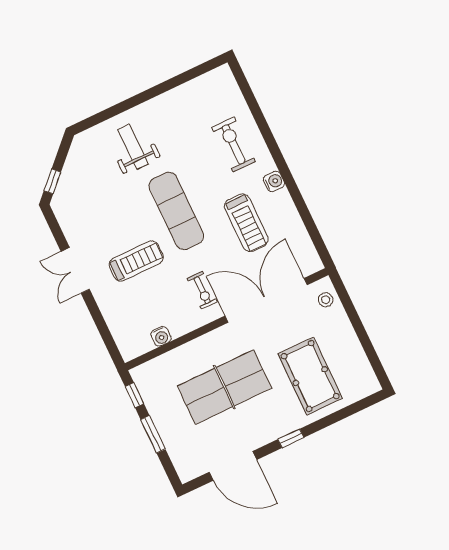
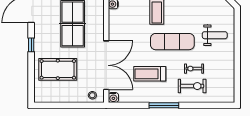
window: (287, 175) -> (164, 105), added
water cooler: (274, 181) -> (113, 97), moved
exercise bike: (202, 290) -> (194, 69), moved

